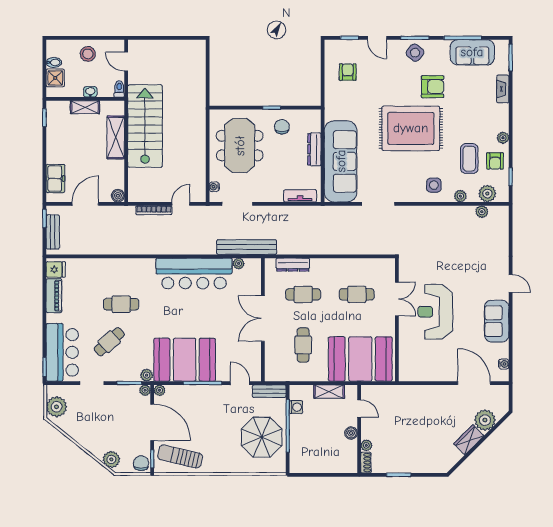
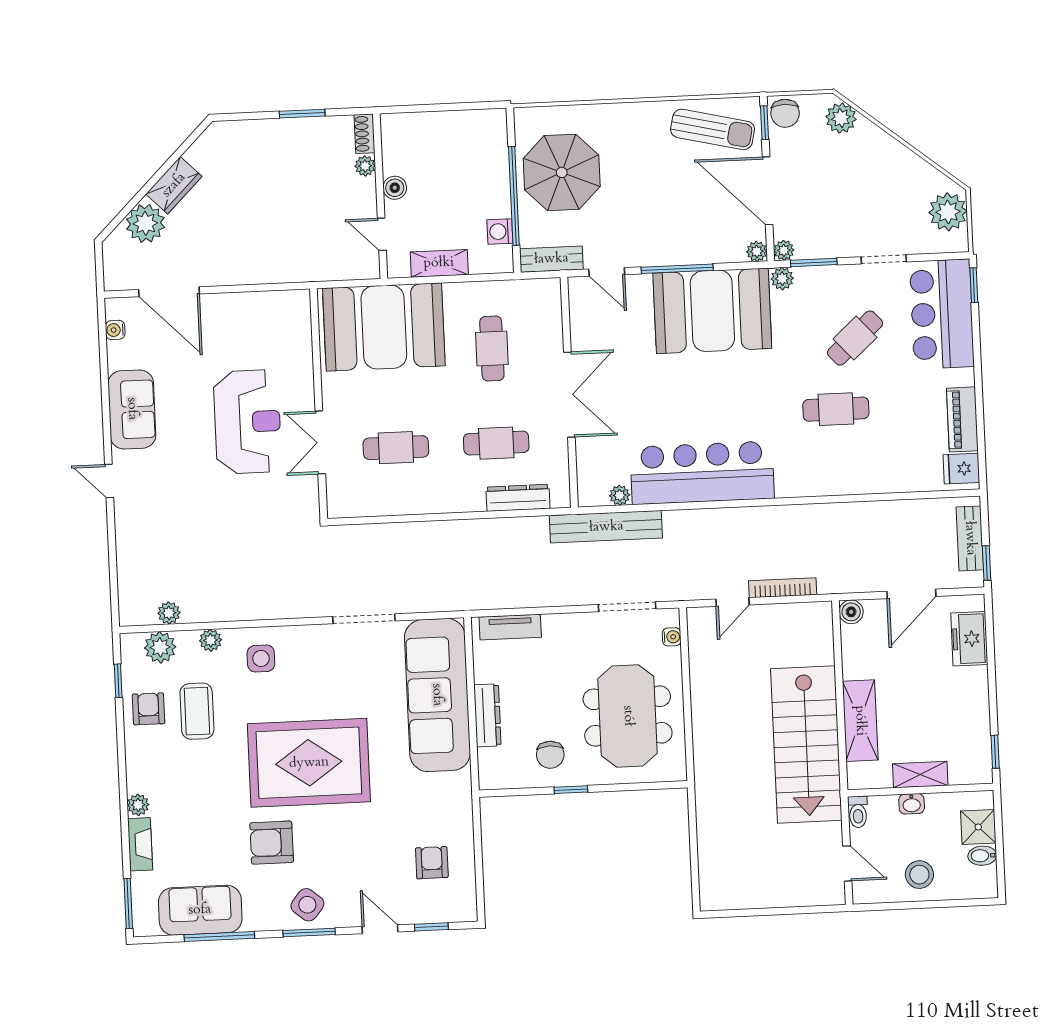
armchair: (348, 72) -> (432, 863), turned 180
plant: (503, 138) -> (138, 805), moved

